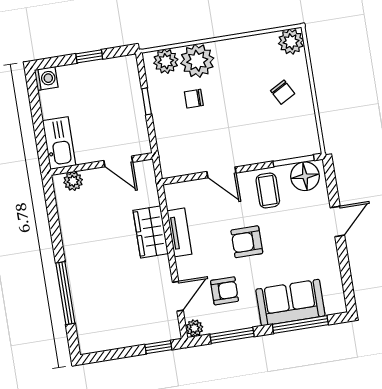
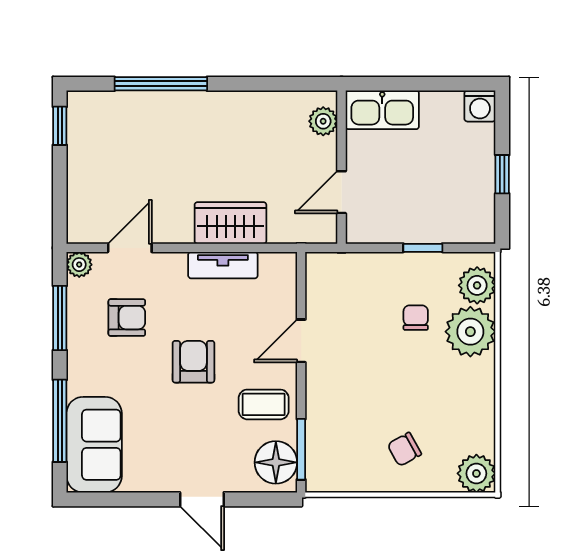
armchair: (225, 291) -> (127, 318), turned -90
door: (178, 296) -> (130, 248), swing flipped
sofa: (290, 303) -> (94, 445), moved
window: (158, 347) -> (60, 126), moved

